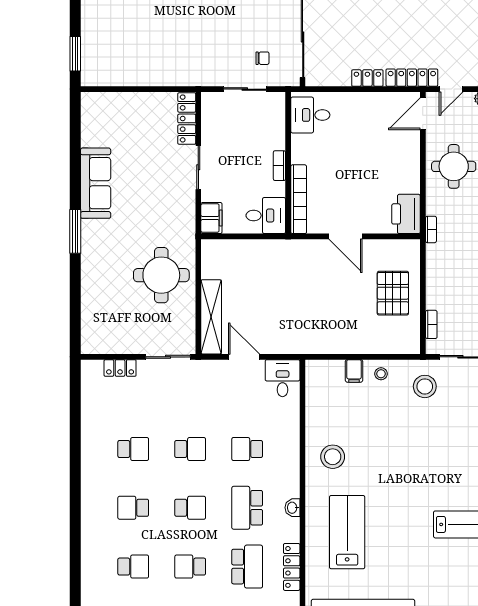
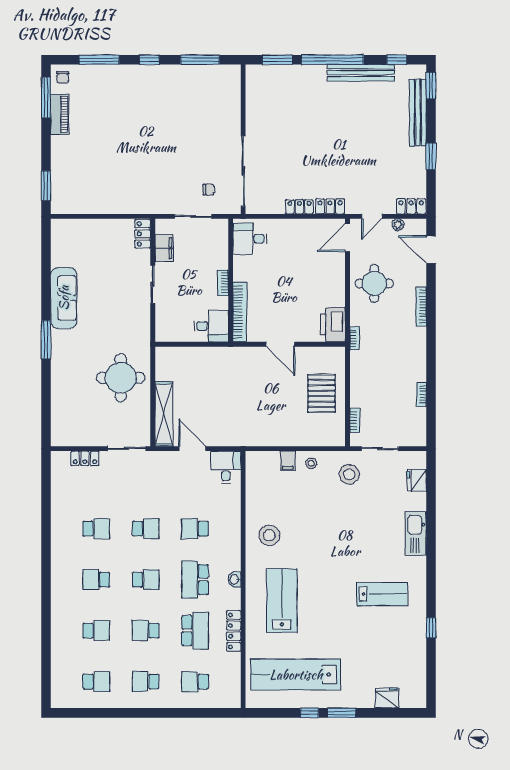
locker: (412, 78) -> (330, 206), width x0.66
locker: (187, 118) -> (143, 234), width x0.66
filing cabinet: (211, 218) -> (164, 248), moved

